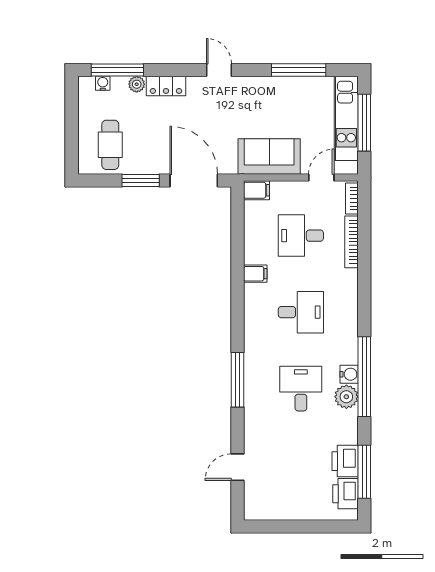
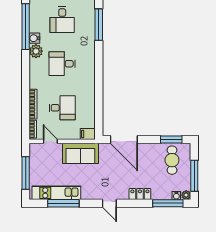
plant: (137, 84) -> (186, 195), moved
window: (72, 118) -> (194, 176), added
kitchen unit: (346, 118) -> (56, 193), moved, turned -90
door: (321, 177) -> (50, 141), swing flipped
window: (141, 181) -> (171, 140), moved
filing cabinet: (255, 274) -> (88, 86), removed
water cooler: (349, 374) -> (34, 38), moved
plant: (346, 397) -> (36, 51), moved

